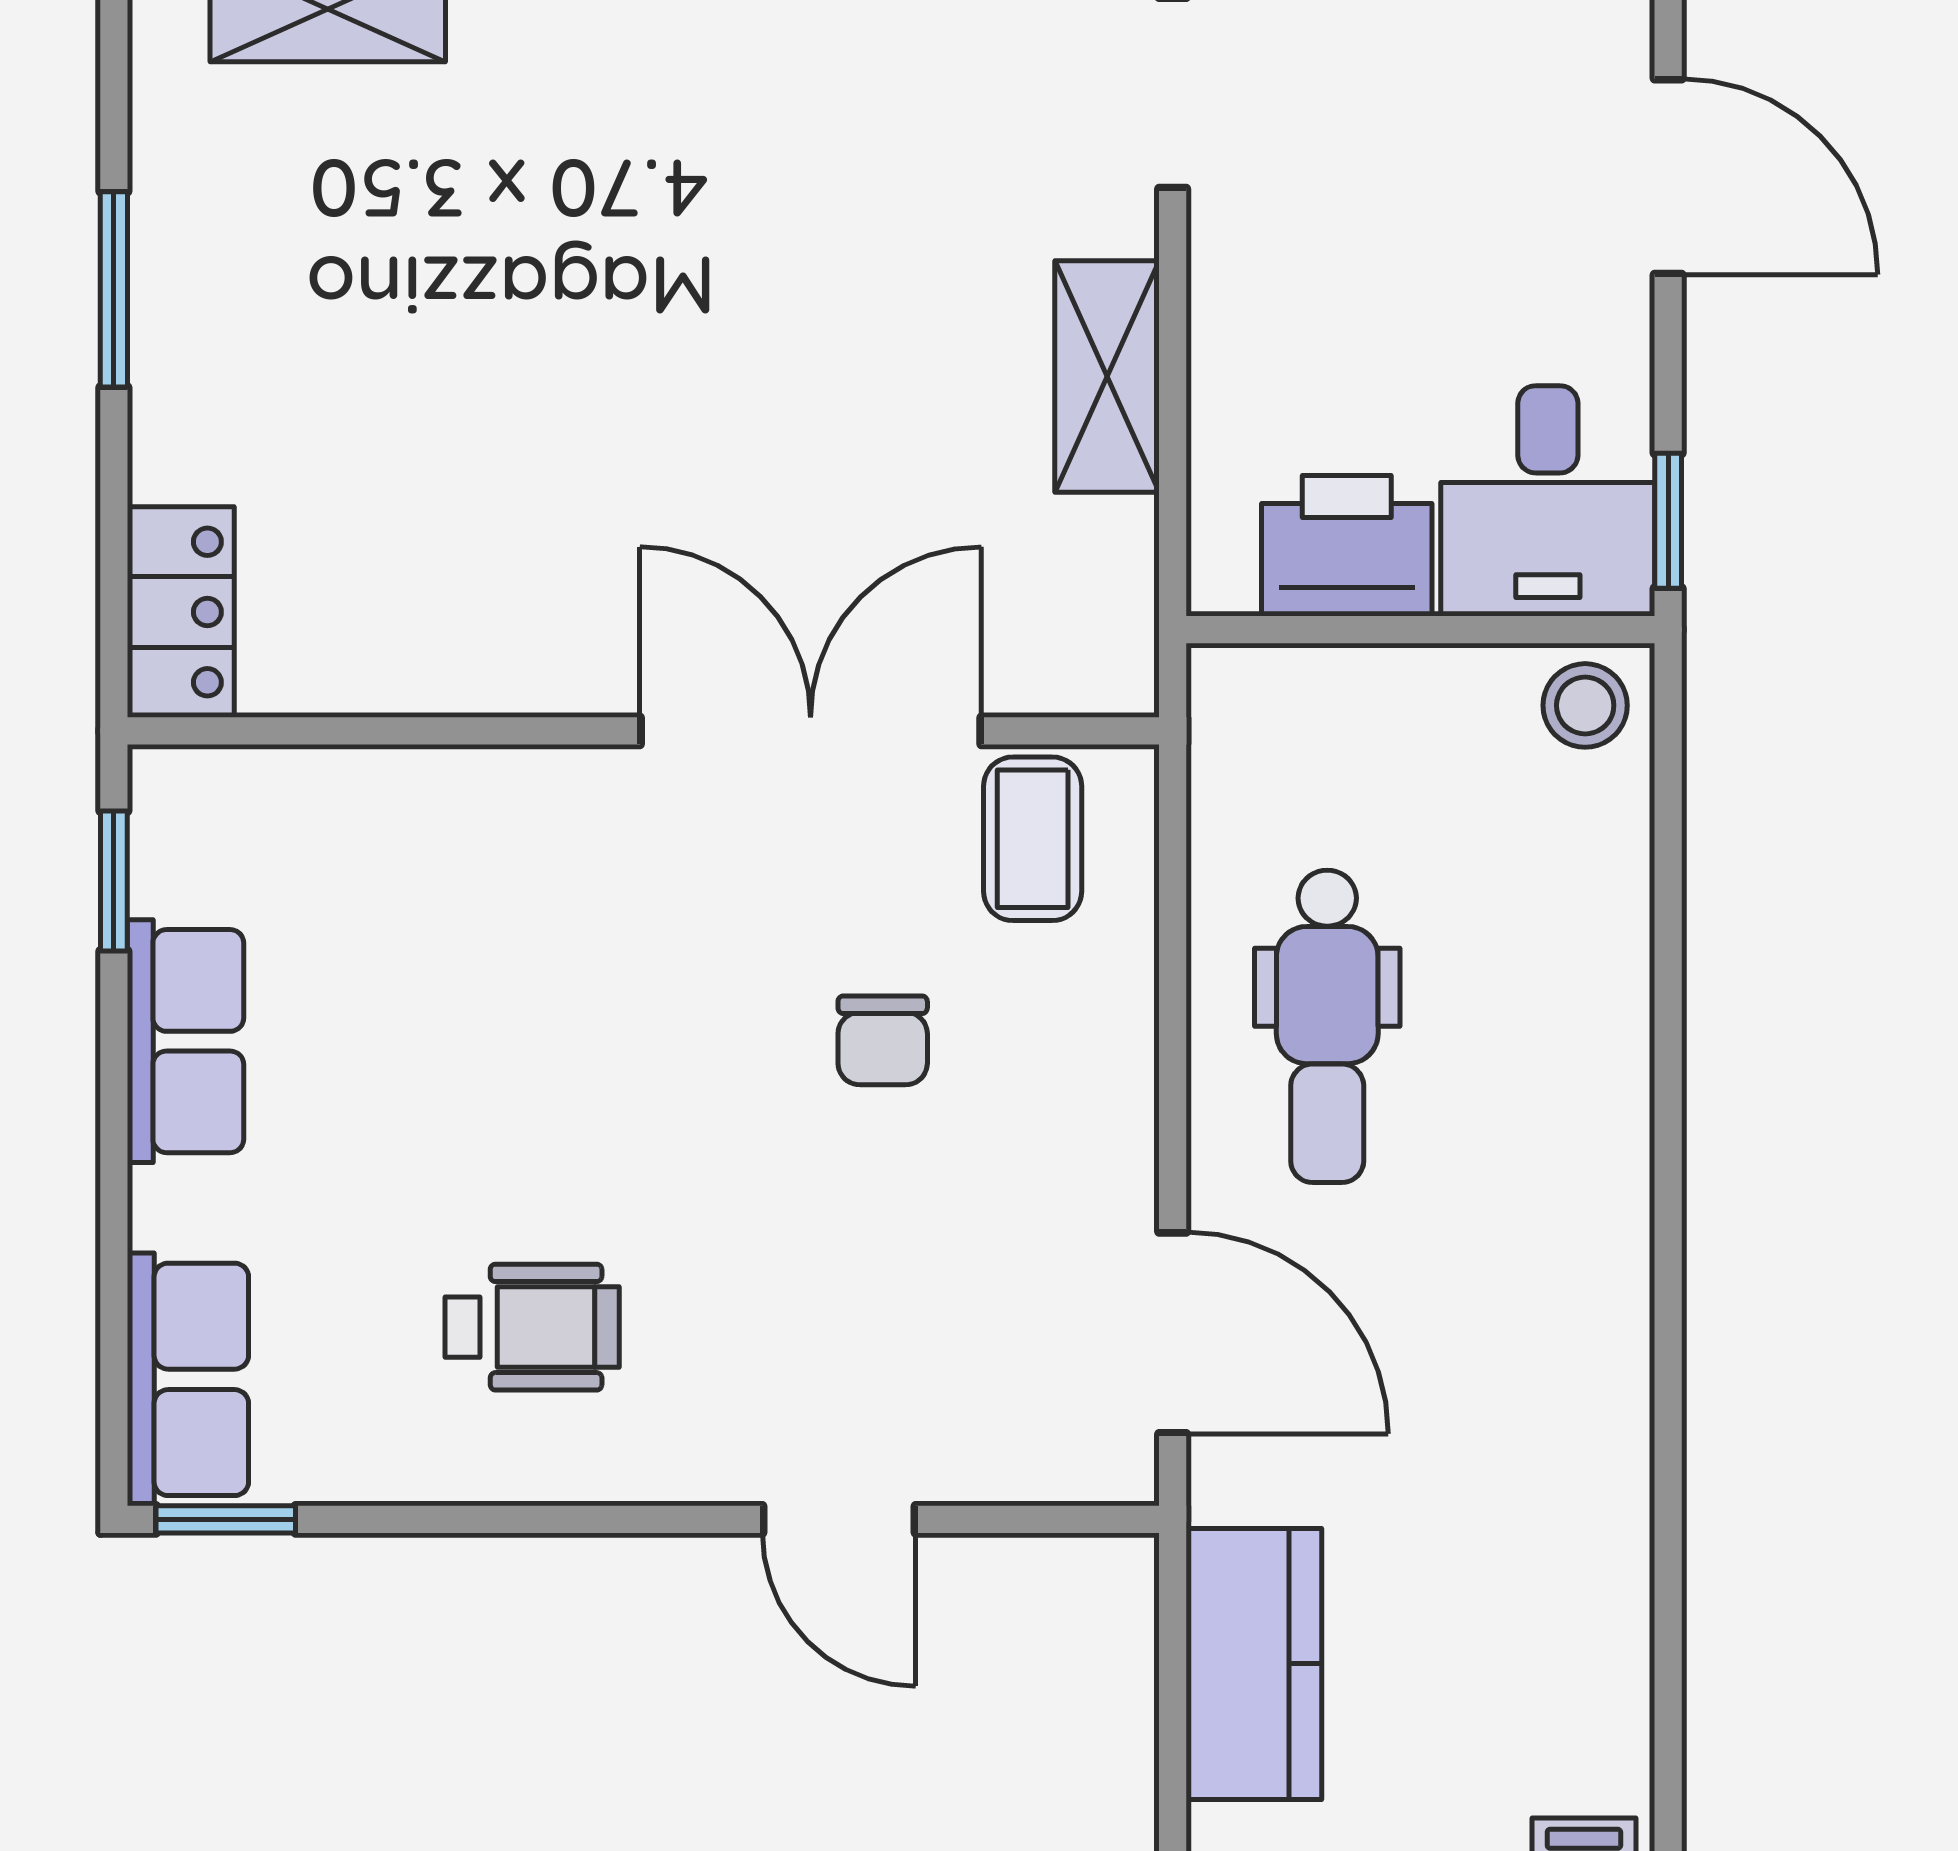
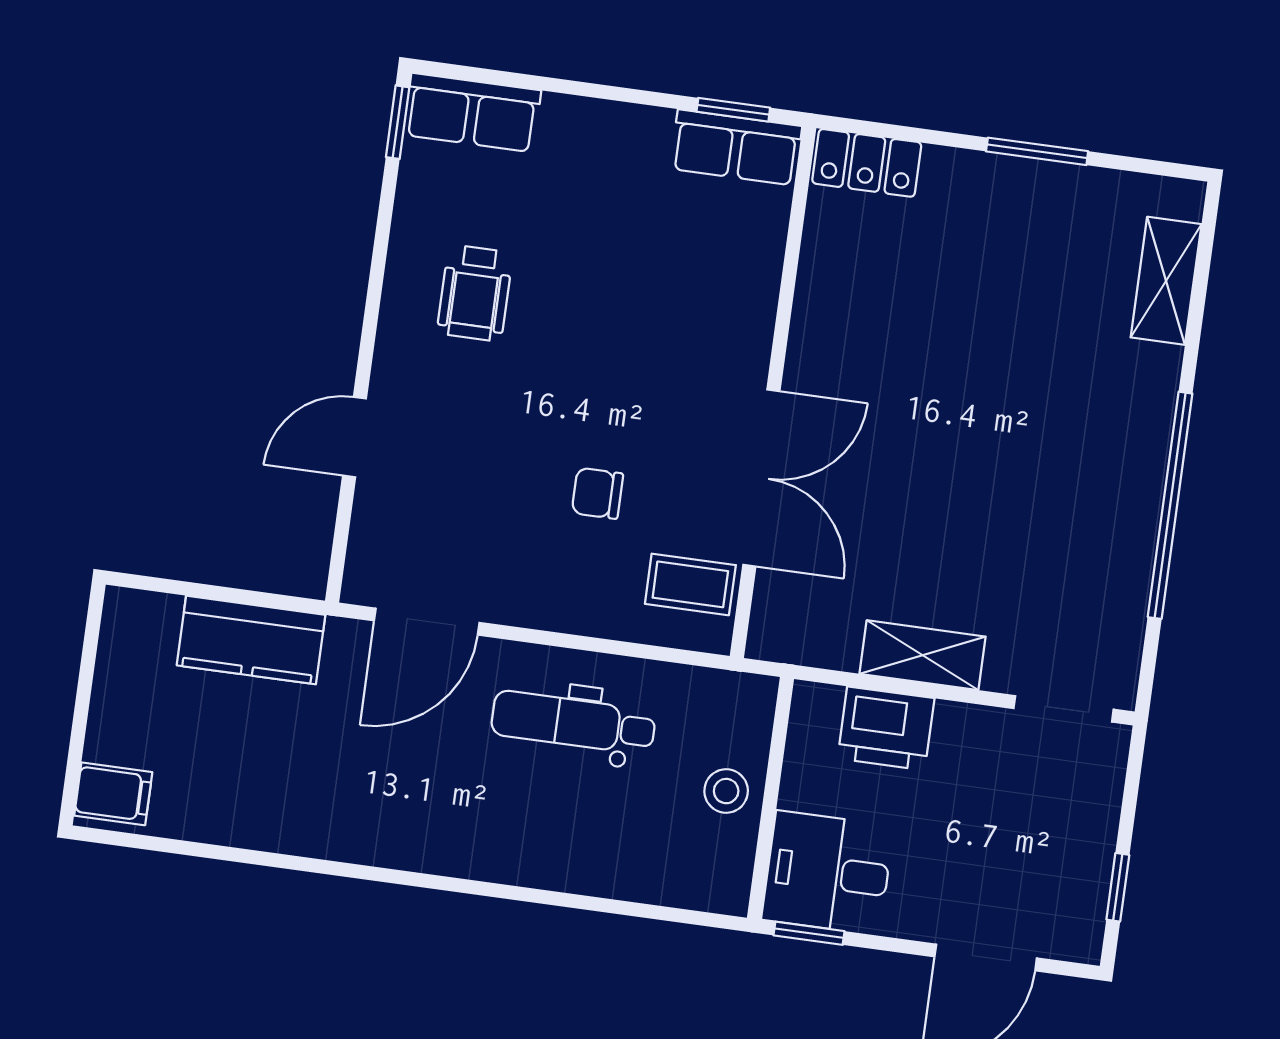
printer: (1347, 546) -> (886, 728), moved, turned 90
stool: (1585, 705) -> (726, 791), moved
row of seats: (186, 1041) -> (736, 148), moved

